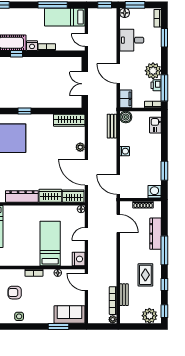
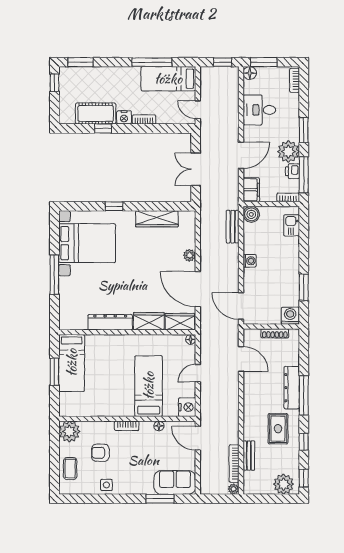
window: (164, 38) -> (304, 130), moved
door: (118, 73) -> (241, 155), swing flipped
wardrobe: (69, 120) -> (157, 219), moved
dresser: (156, 234) -> (292, 388), moved

